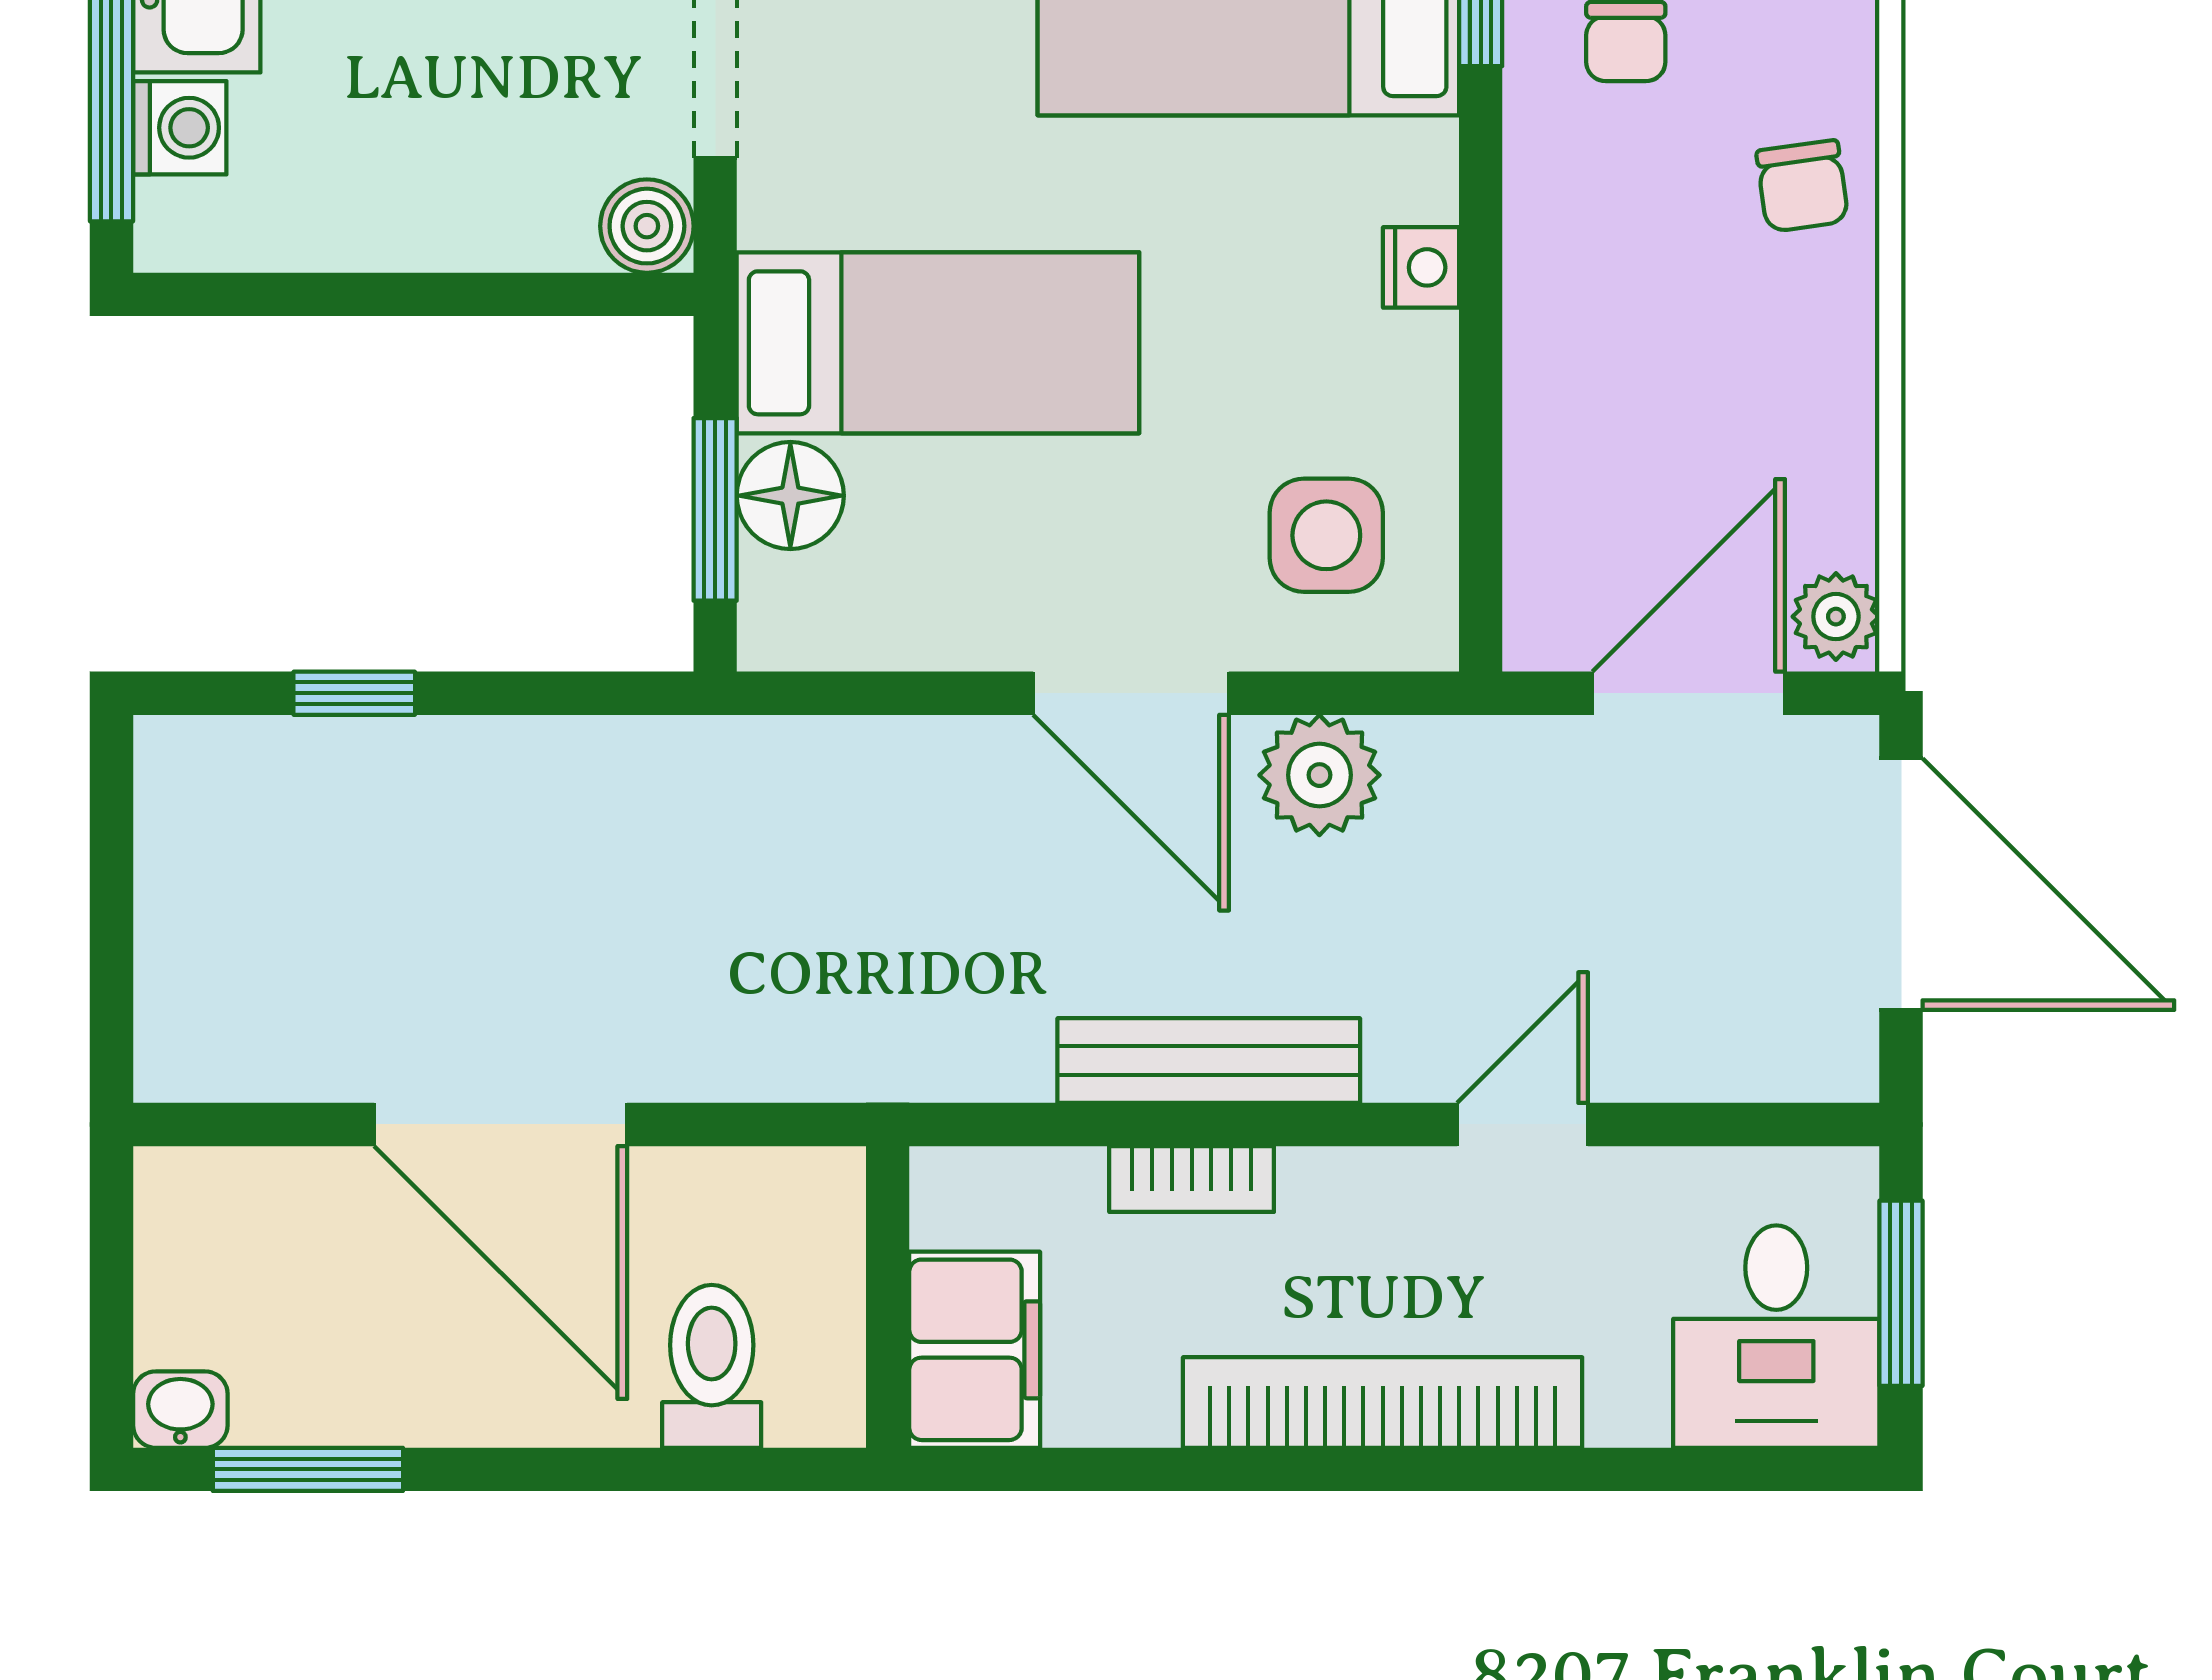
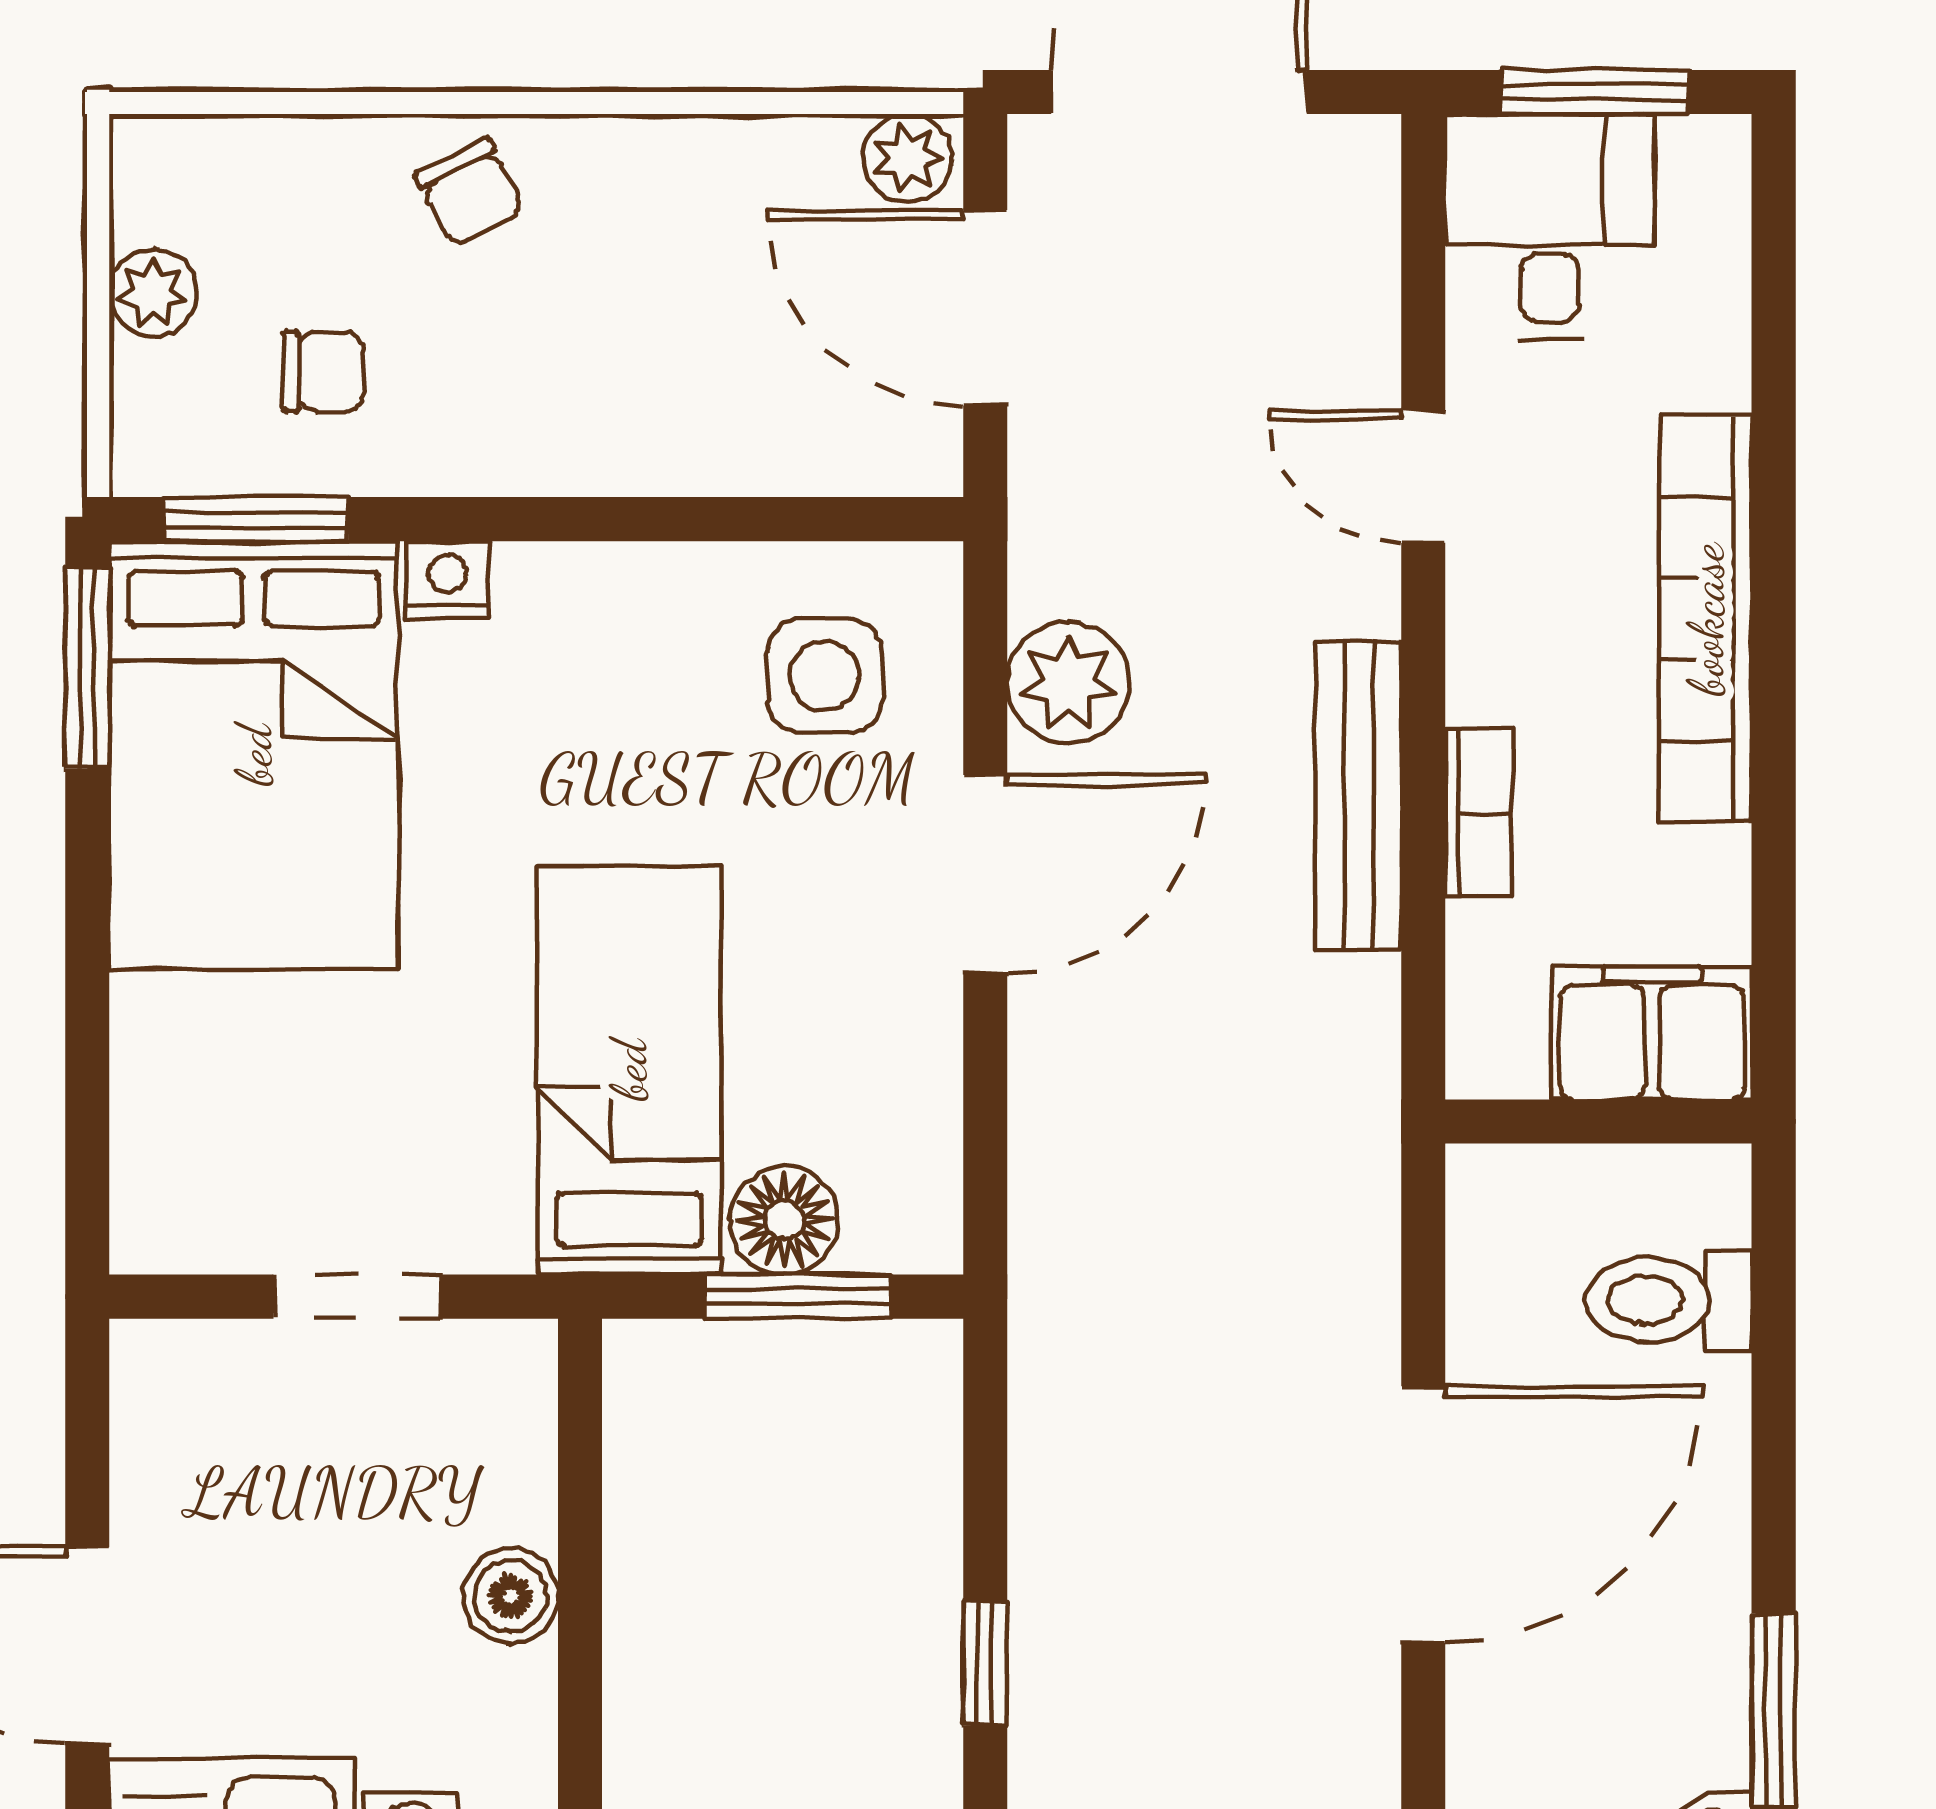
chair: (1802, 186) -> (470, 192), turned 71
boiler: (647, 226) -> (511, 1596), moved
nightstand: (1421, 267) -> (448, 580), moved
desk: (1776, 1337) -> (1550, 227), moved, turned -90

